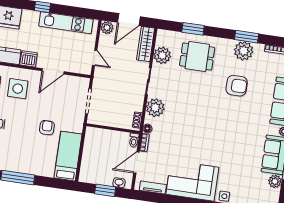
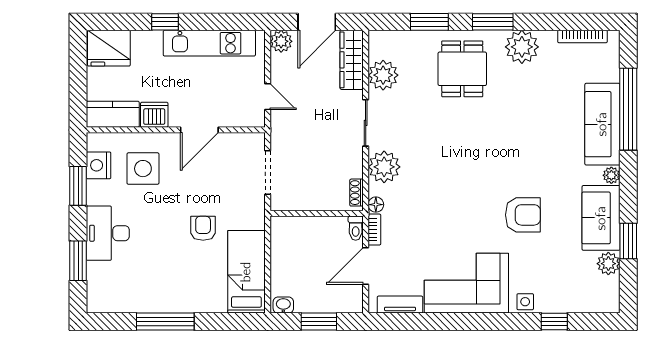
window: (247, 37) -> (493, 22), moved
dining table: (197, 56) -> (462, 69), moved, turned 90
armchair: (237, 86) -> (523, 215), moved
washbasin: (119, 183) -> (283, 305), moved

